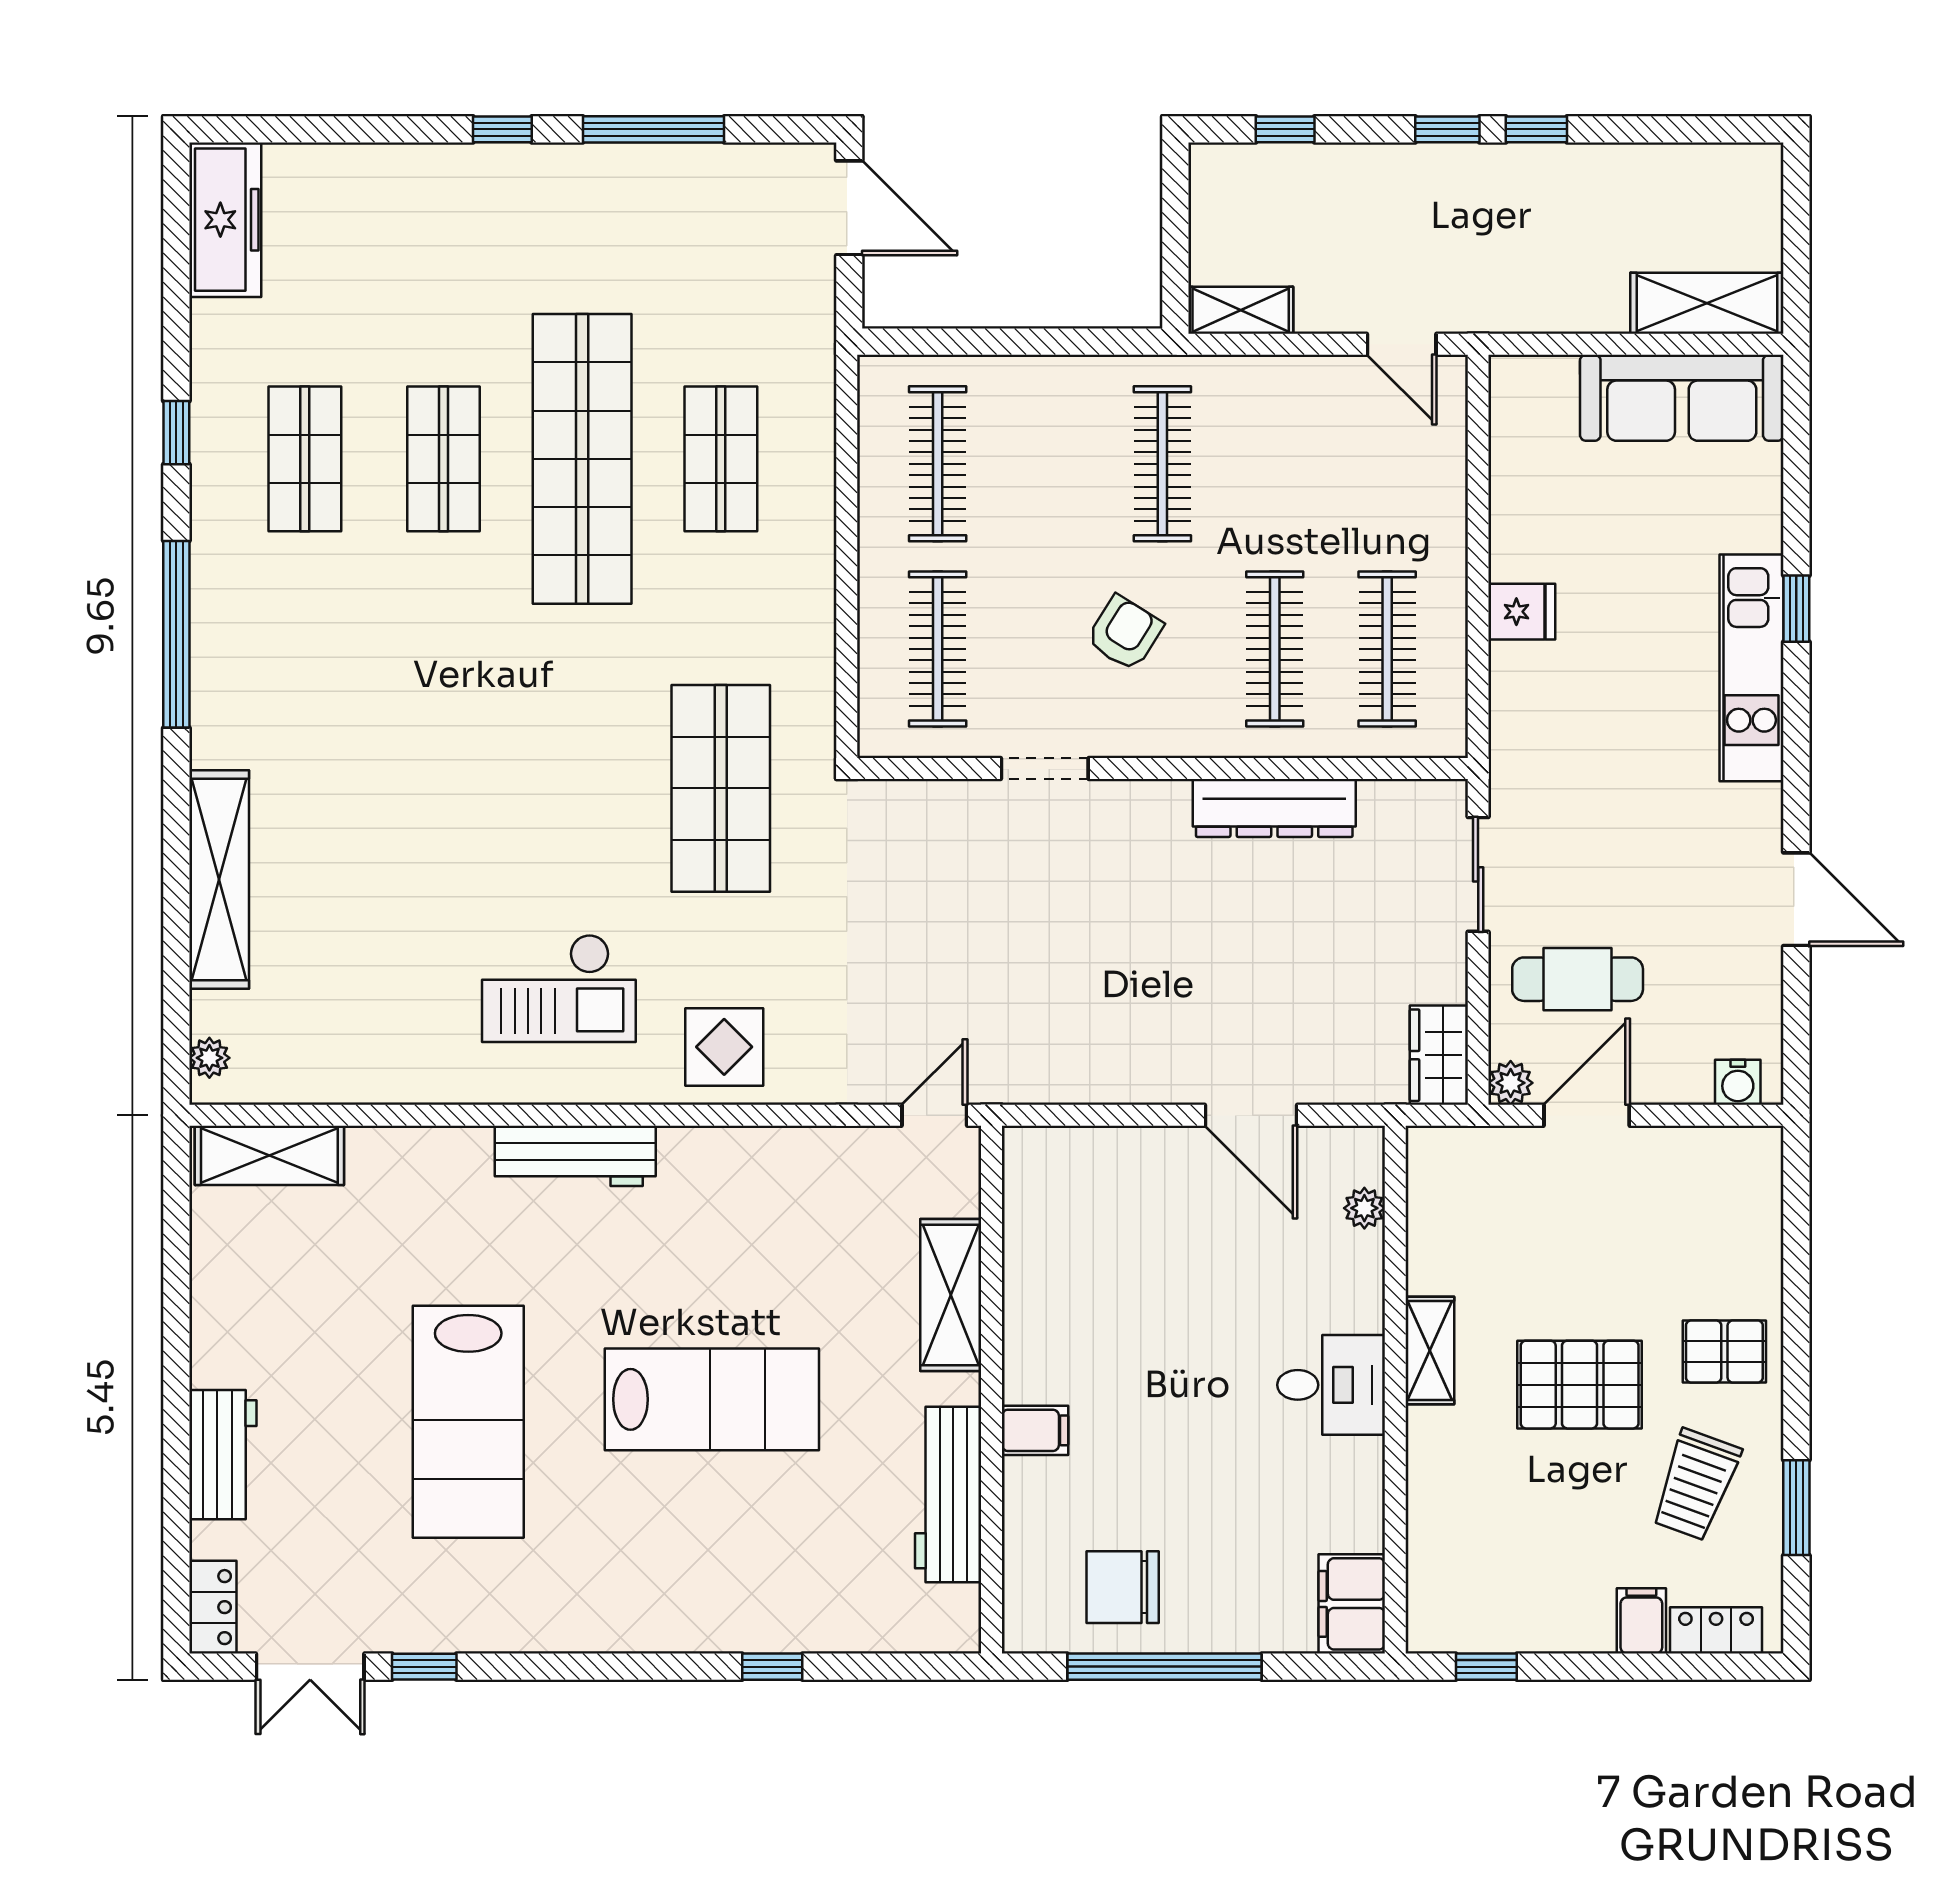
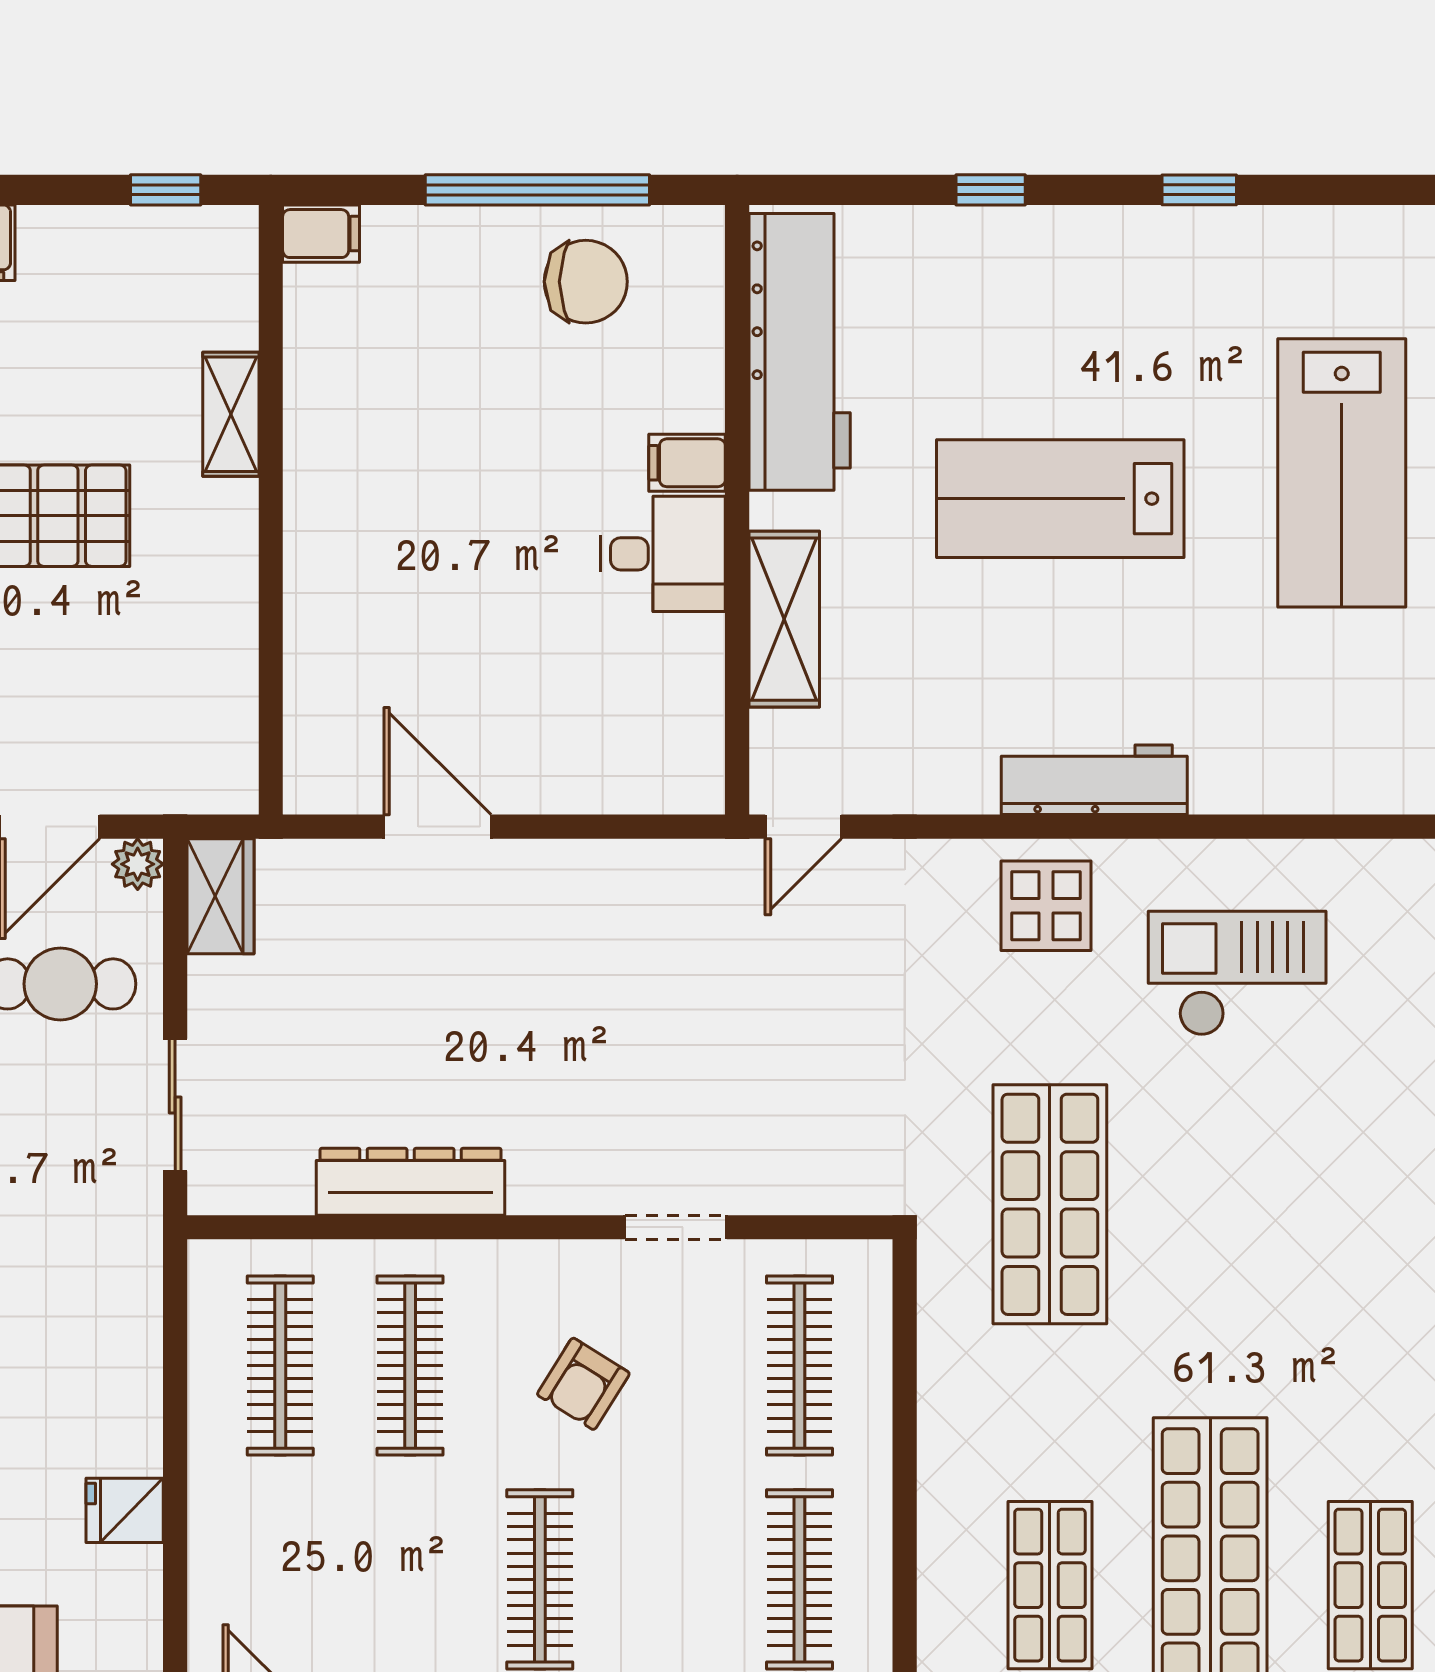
fridge: (1522, 612) -> (125, 1510), moved
workbench: (575, 1156) -> (1094, 780), moved
plant: (1364, 1208) -> (306, 720), removed
shelving: (1430, 1351) -> (231, 414), moved
desk: (1331, 1385) -> (663, 554), moved, turned 180
lab bench: (468, 1422) -> (1342, 473), turned 180
workbench: (948, 1494) -> (800, 352), width x1.36, depth x1.32
filing cabinet: (1352, 1604) -> (321, 234), width x0.50
window: (424, 1667) -> (1199, 190), moved

